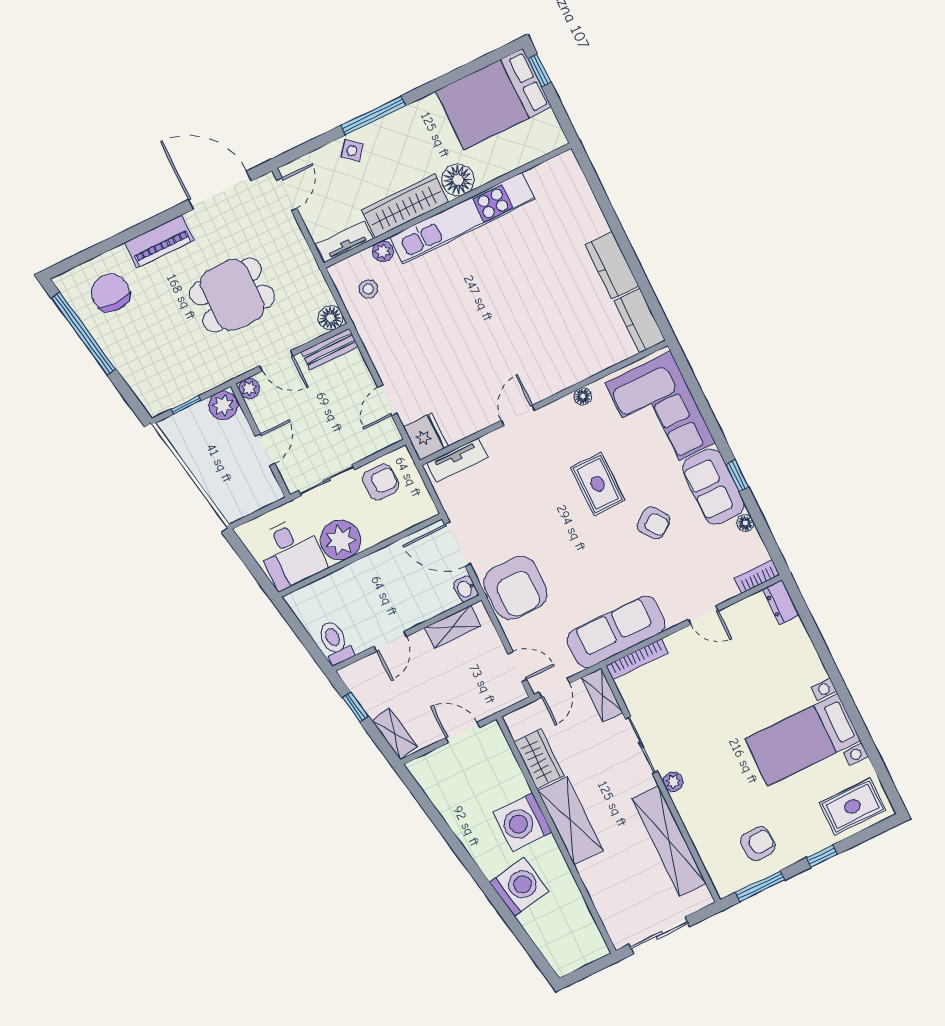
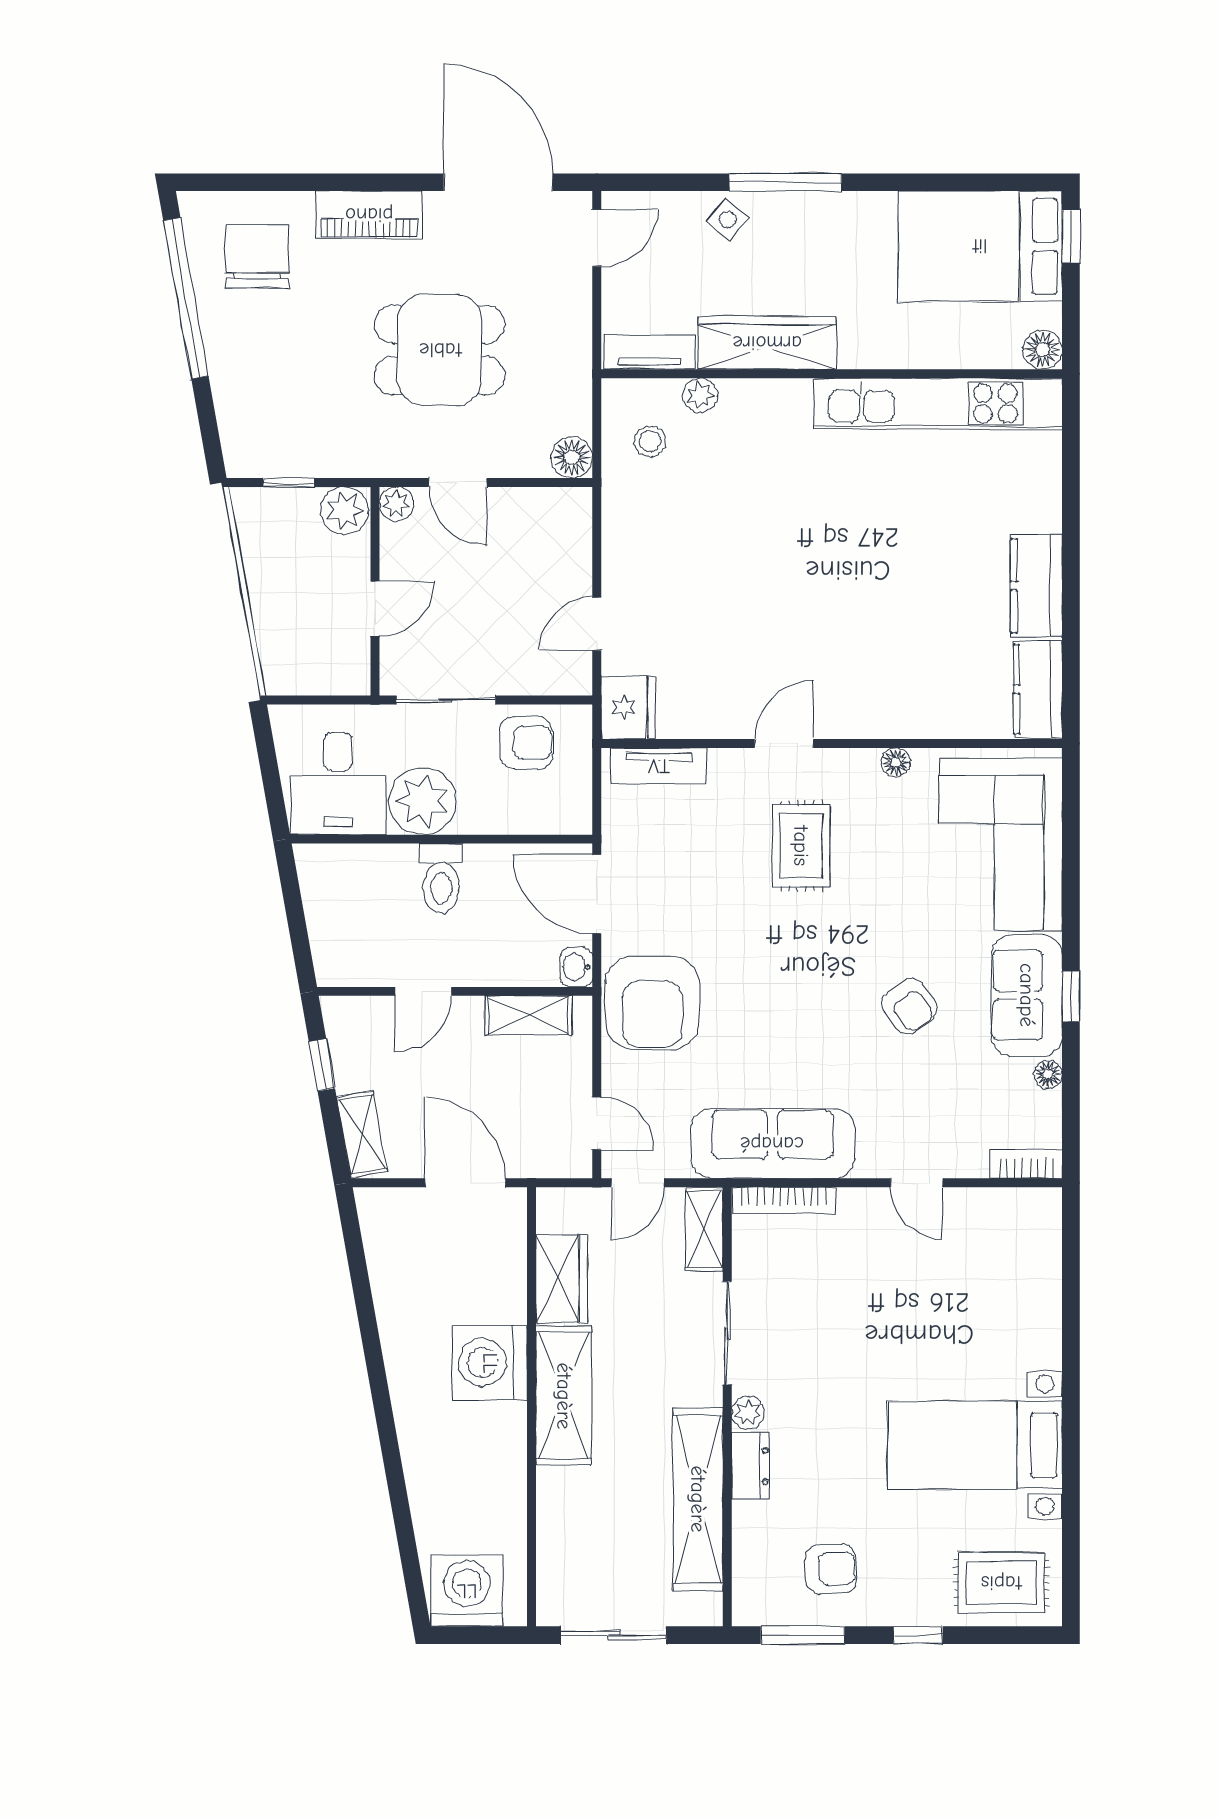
floor lamp: (458, 180) -> (1043, 350), moved, width x0.73, depth x0.73
kitchen unit: (462, 218) -> (938, 404), moved
bench: (330, 349) -> (547, 504), removed
rug: (598, 484) -> (801, 846), moved
dresser: (781, 602) -> (750, 1466), moved, turned 180
toilet: (335, 642) -> (441, 878), moved, turned 180
door: (463, 733) -> (465, 1183), width x1.38
washing machine: (519, 887) -> (467, 1591), moved, turned -80

